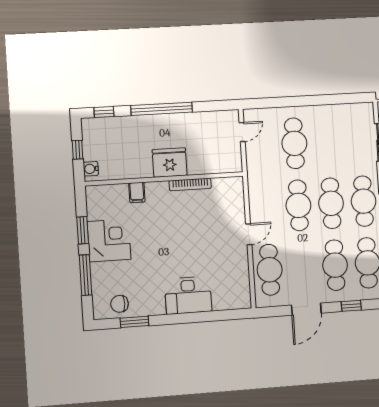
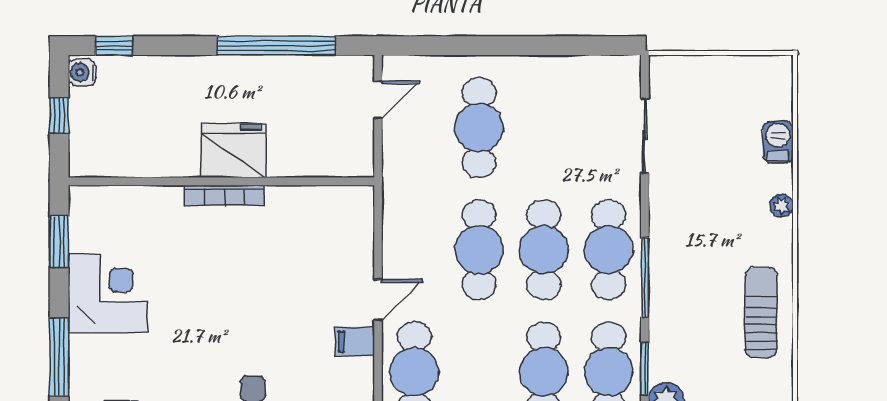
window: (162, 109) -> (276, 46), moved
water cooler: (91, 169) -> (82, 72), moved
bookcase: (190, 184) -> (224, 195), moved
filing cabinet: (137, 192) -> (355, 342), moved, turned 90
window: (83, 230) -> (59, 242), moved

